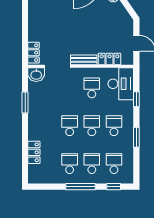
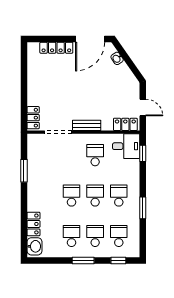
locker: (109, 59) -> (125, 124), moved
washbasin: (36, 75) -> (34, 246), moved, turned -90
desk: (121, 84) -> (126, 146), width x0.73
window: (136, 99) -> (143, 153), moved
window: (80, 187) -> (83, 261), width x0.69

